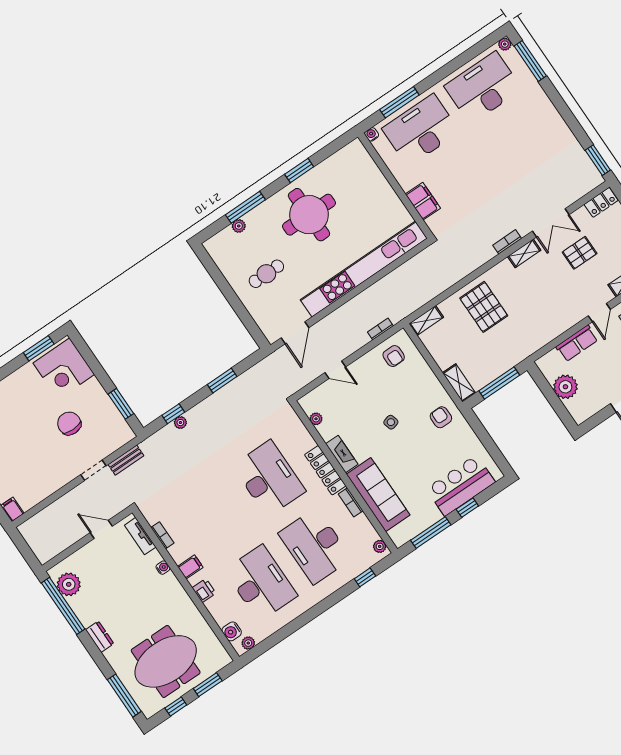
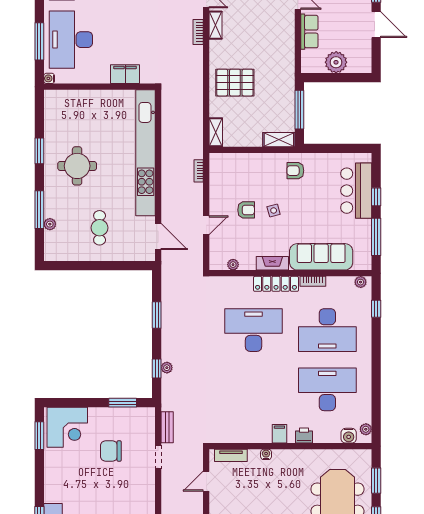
round table: (309, 215) -> (77, 166), width x0.73, depth x0.73
armchair: (394, 356) -> (246, 210), moved
bookcase: (162, 535) -> (242, 438), removed

